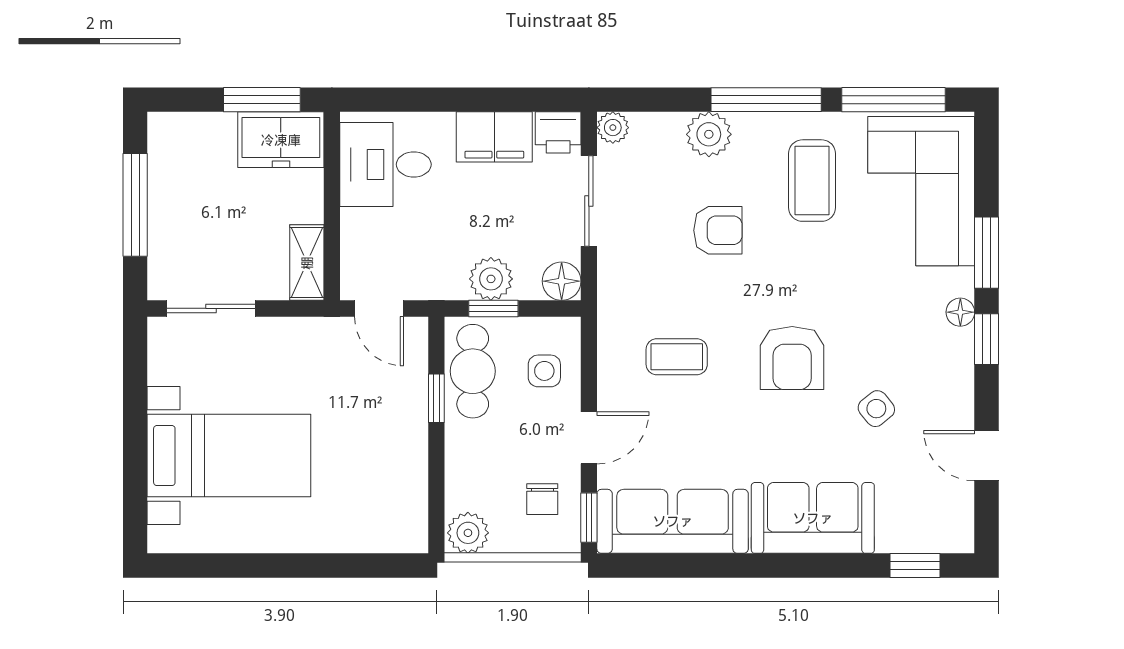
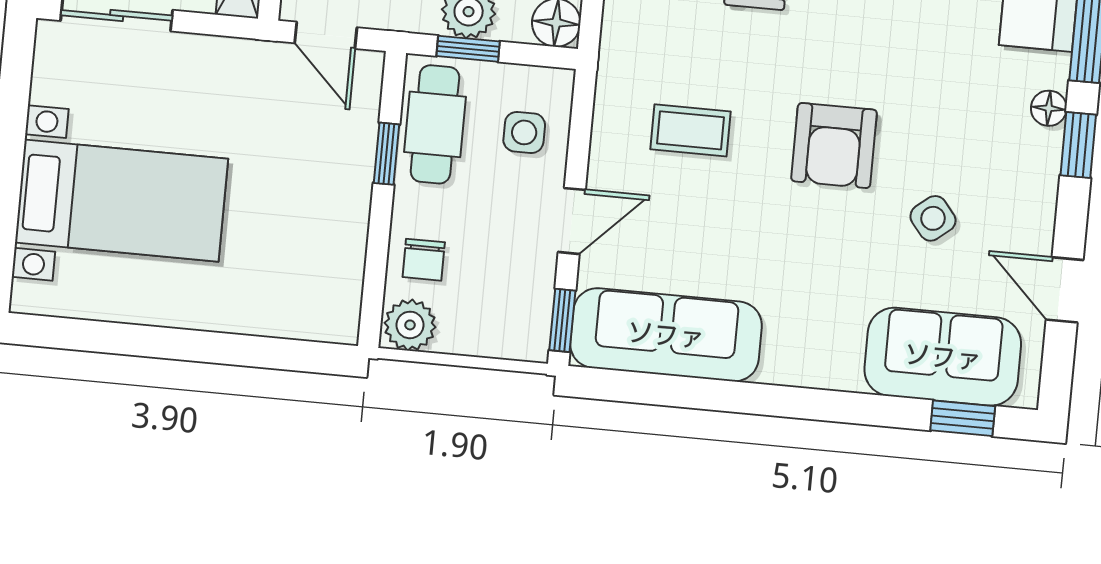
chair: (542, 499) -> (424, 260), moved
sofa: (813, 518) -> (943, 357), moved

